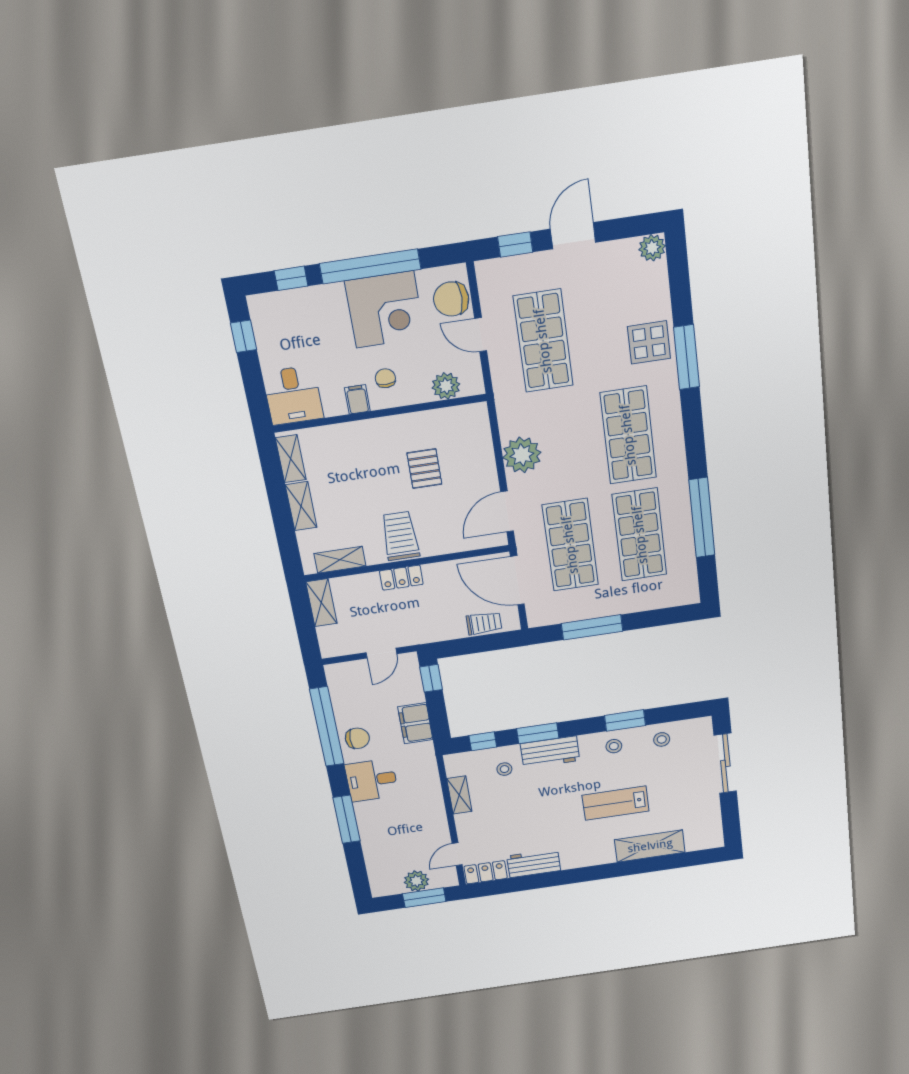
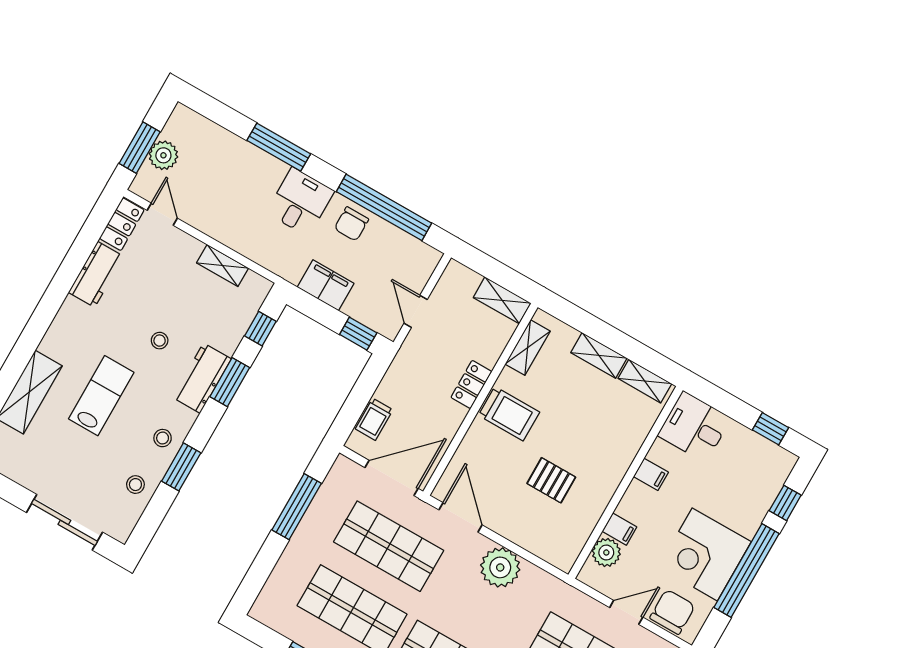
chair: (385, 378) -> (650, 510), removed
filing cabinet: (420, 390) -> (619, 529), added
stool: (504, 769) -> (160, 341), moved

